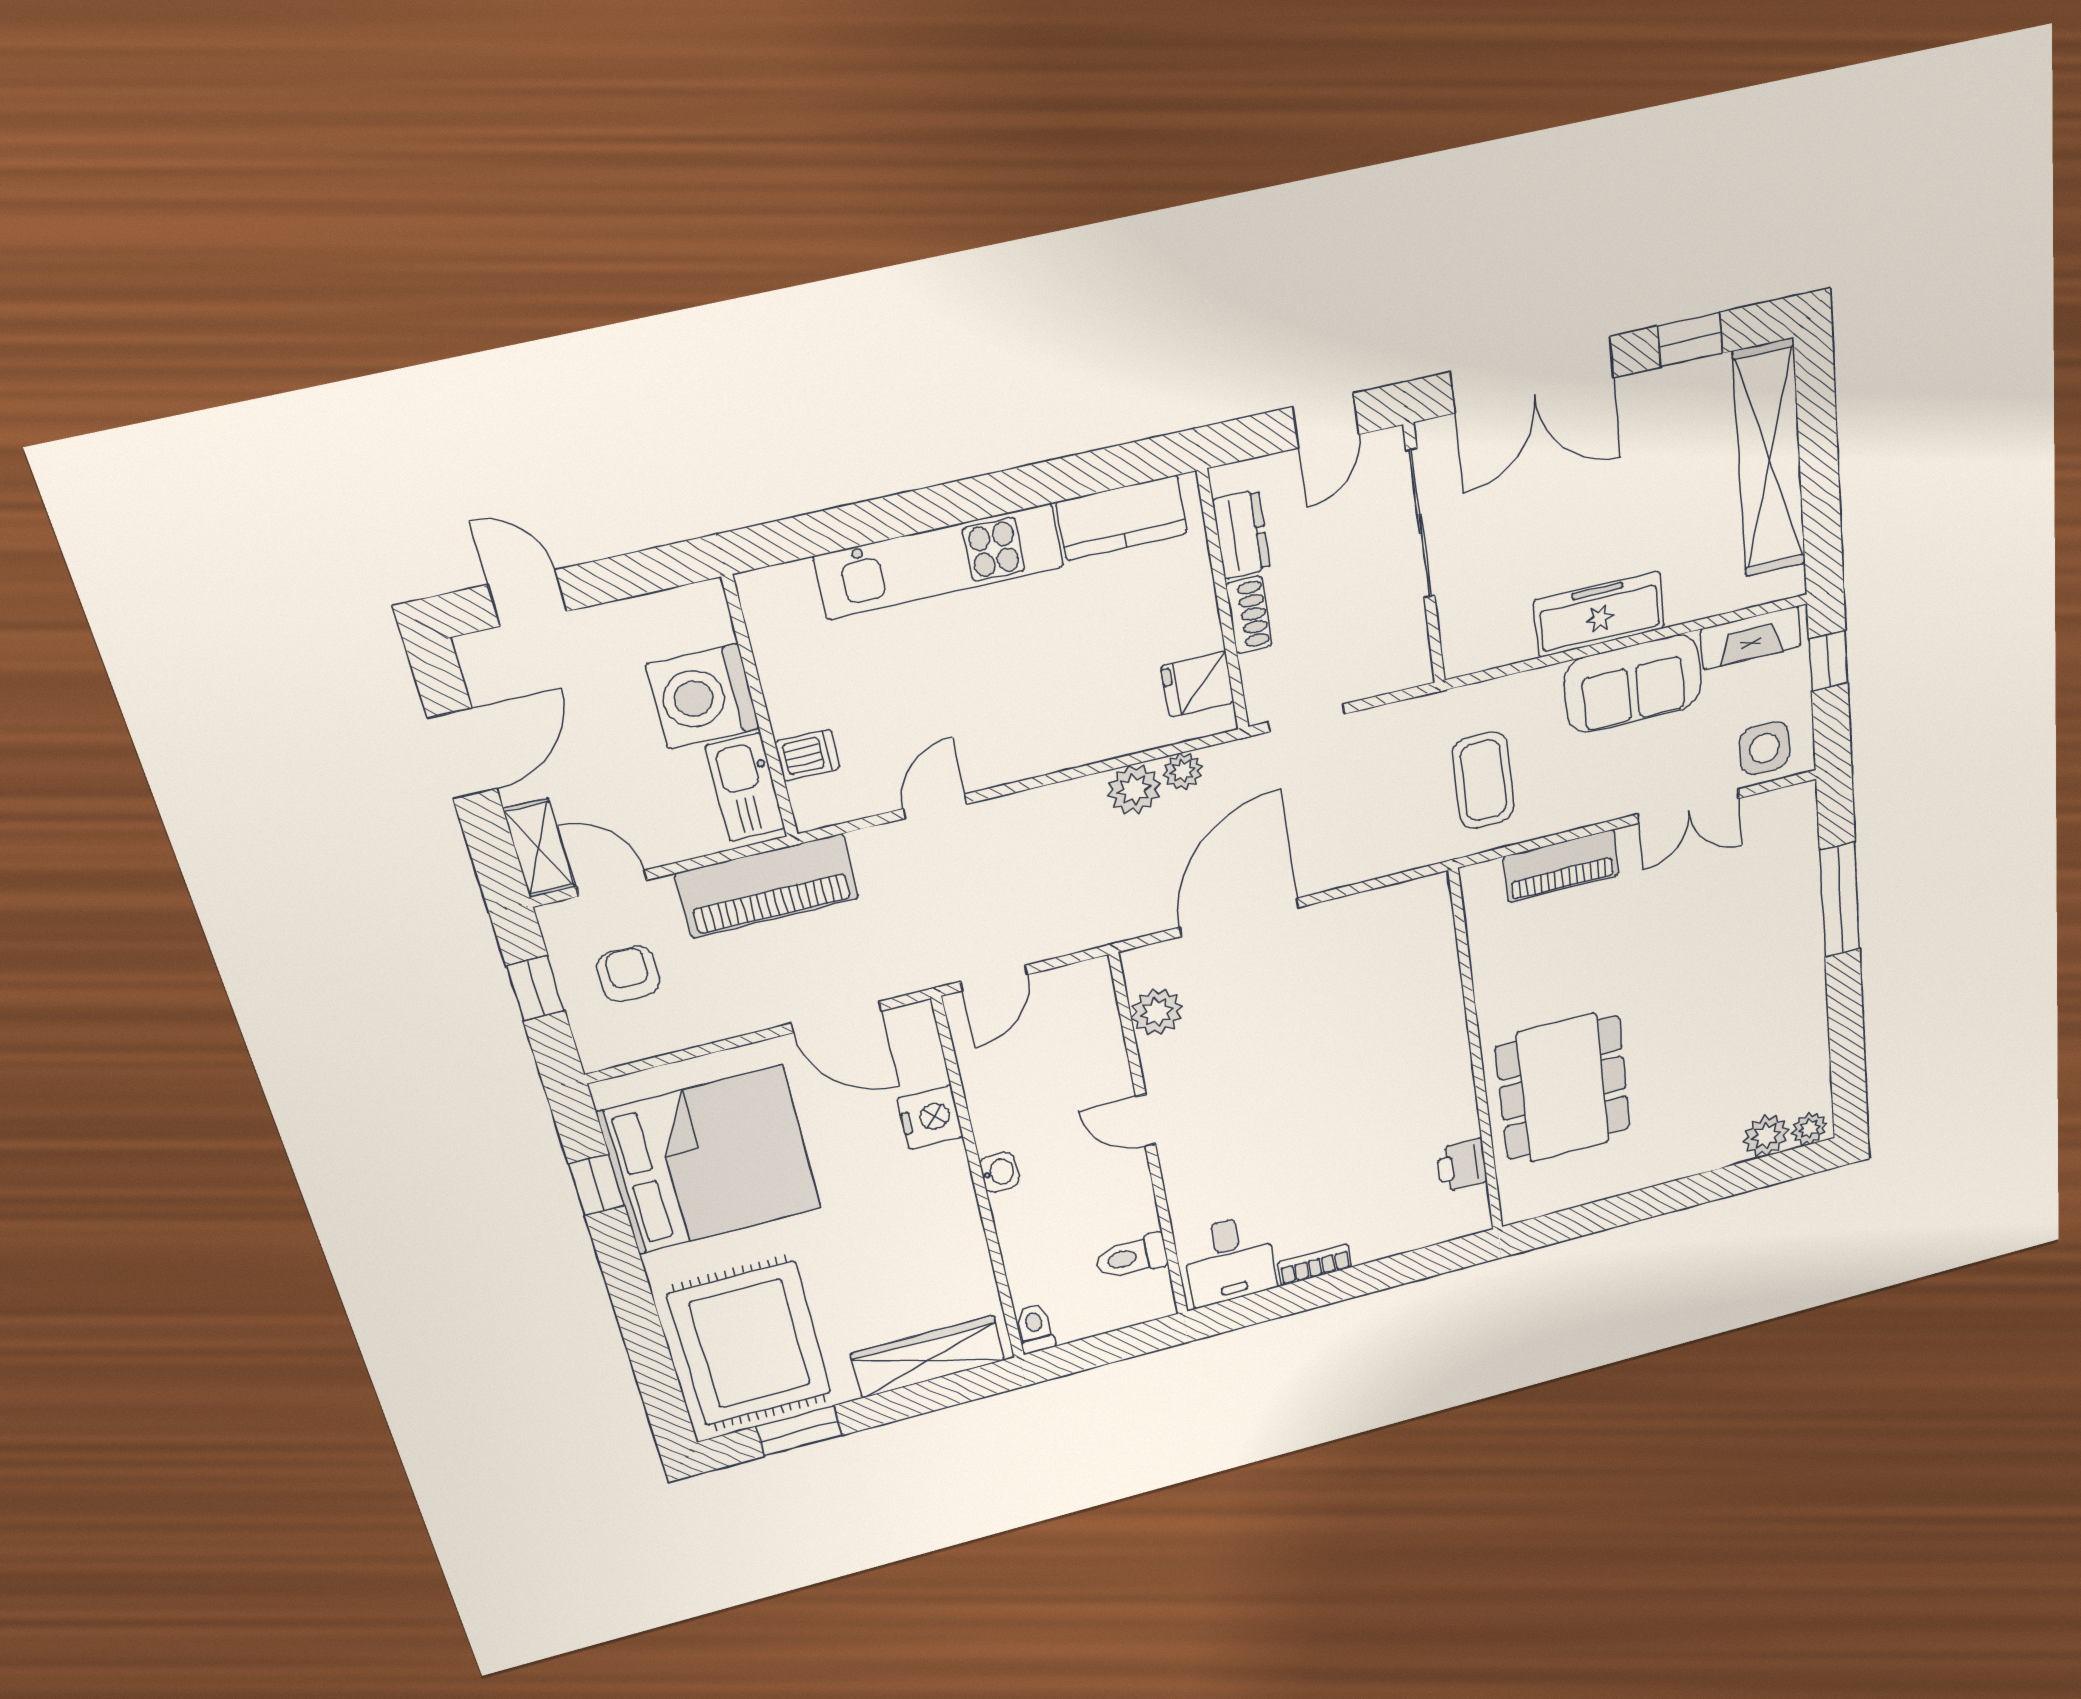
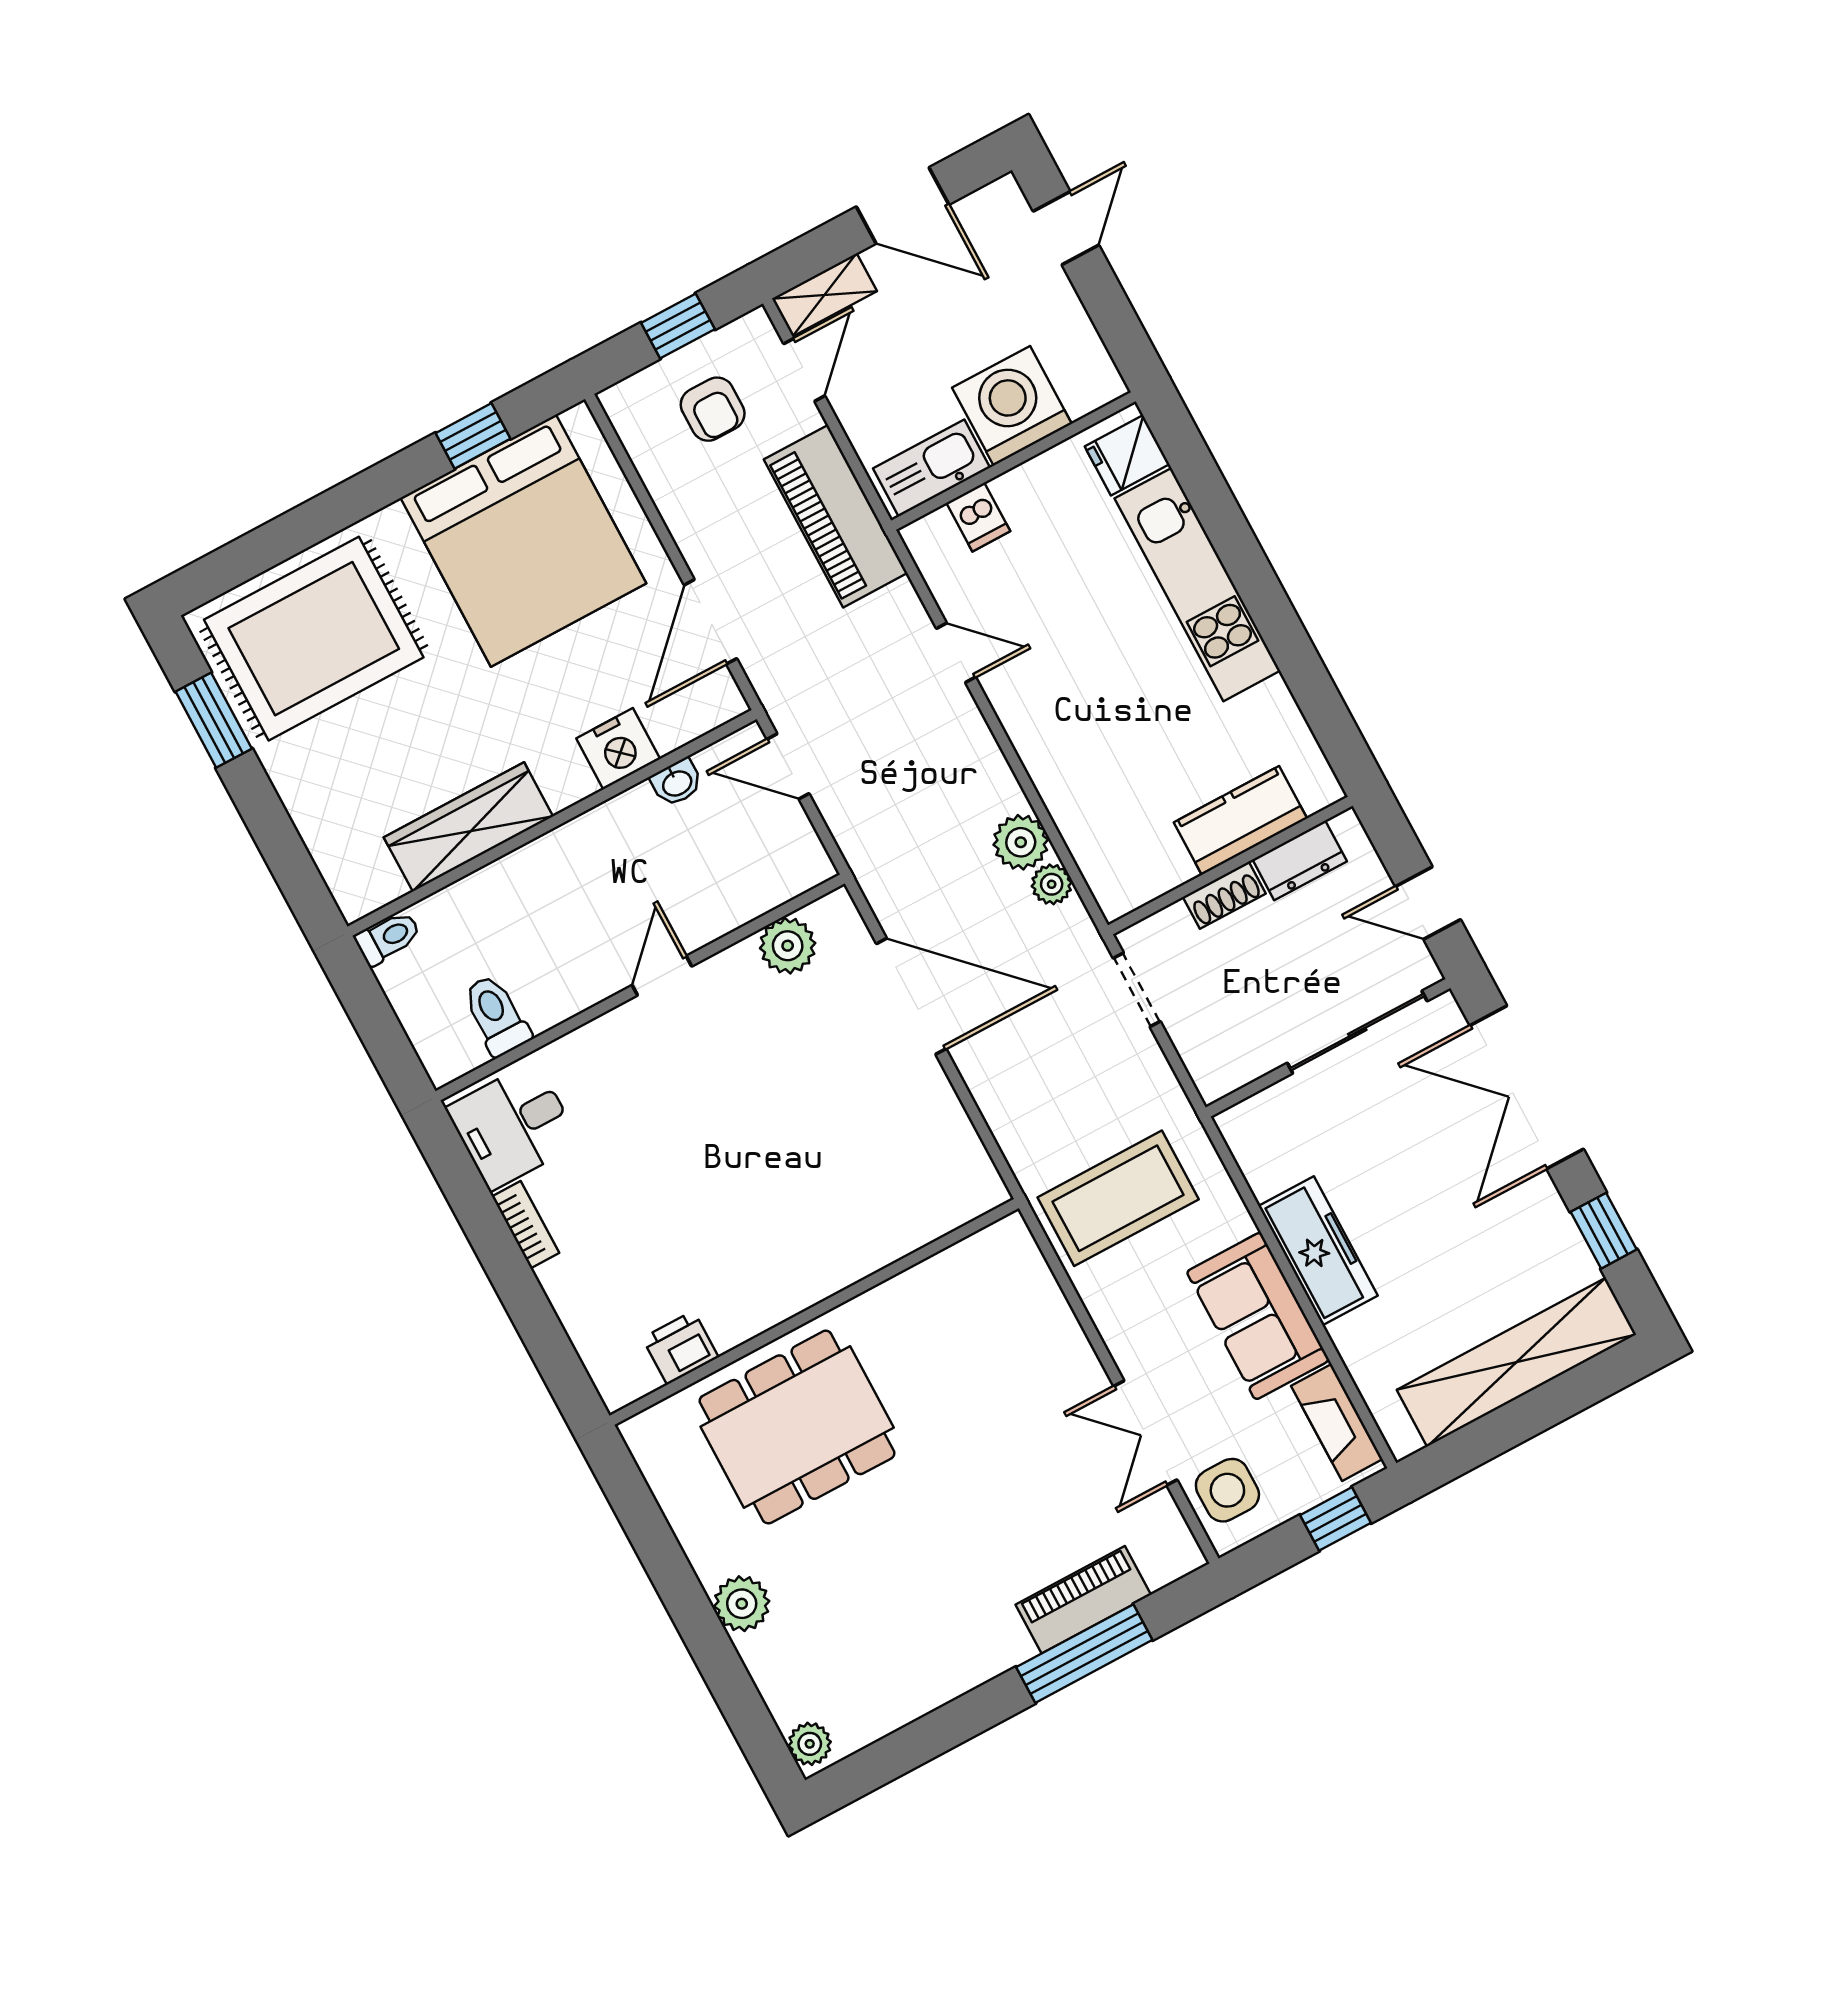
kitchen counter: (1122, 518) -> (1240, 820), moved, turned 90
fridge: (1198, 684) -> (1127, 455), moved, turned -90
coffee table: (1483, 780) -> (1118, 1198), width x1.36, depth x1.32
piano: (1561, 866) -> (1083, 1600), moved, turned 90
armchair: (628, 974) -> (713, 409), turned 90
plant: (1766, 1136) -> (742, 1604), moved
washbasin: (999, 1172) -> (677, 782), moved
wardrobe: (928, 1357) -> (468, 827), moved, turned -90

